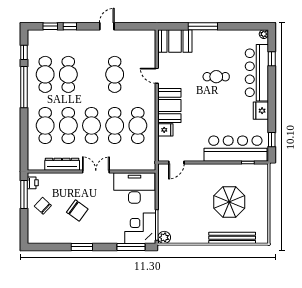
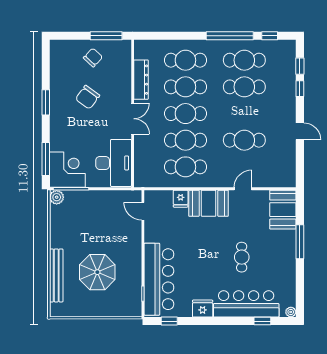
printer: (33, 183) -> (119, 46), removed

